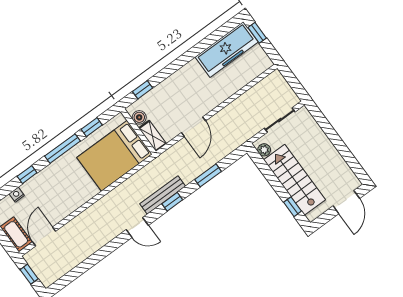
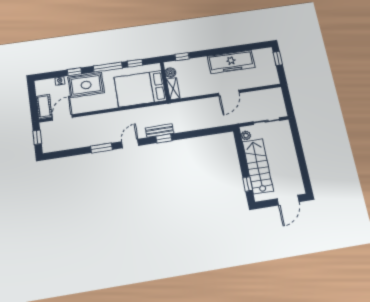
freezer: (227, 50) -> (231, 62), moved
door: (194, 127) -> (229, 93), moved
window: (208, 175) -> (101, 148), moved
rug: (50, 184) -> (86, 85), added
bench: (163, 195) -> (160, 131), width x0.73
door: (137, 228) -> (130, 144), swing flipped

